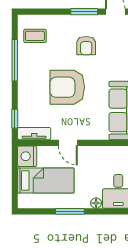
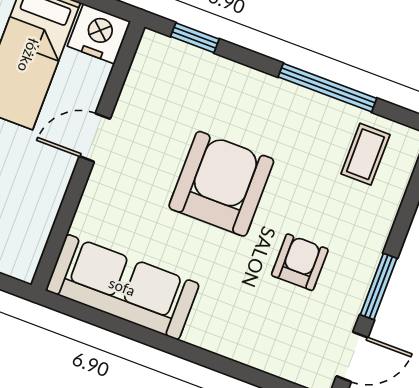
armchair: (86, 46) -> (300, 262), turned 90
tv unit: (34, 134) -> (145, 69), removed

